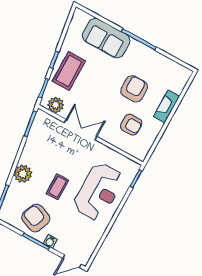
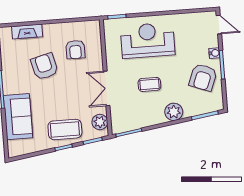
armchair: (134, 89) -> (44, 66), turned 76
fireplace: (167, 106) -> (27, 32), moved
armchair: (131, 125) -> (75, 50), turned 180
coffee table: (57, 187) -> (149, 84), moved

